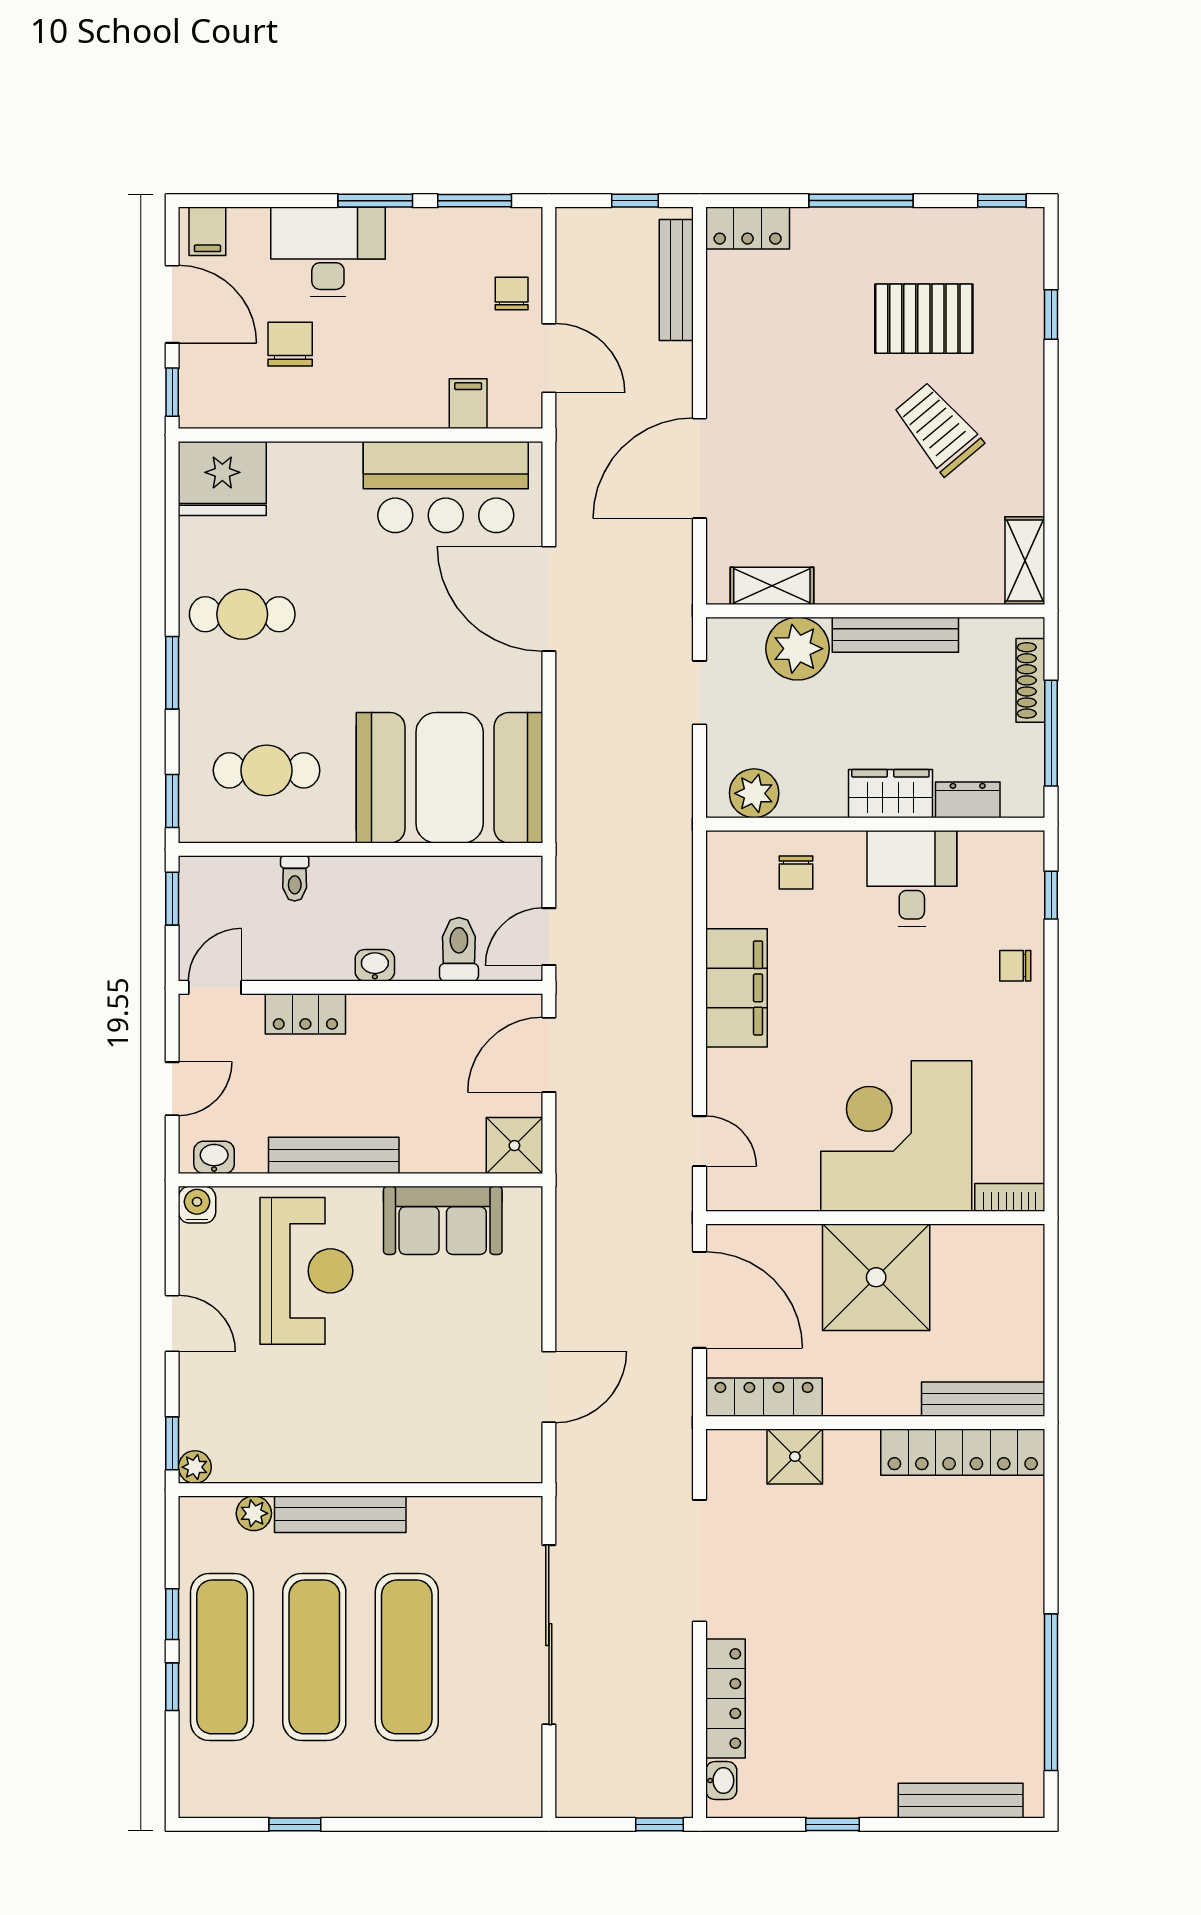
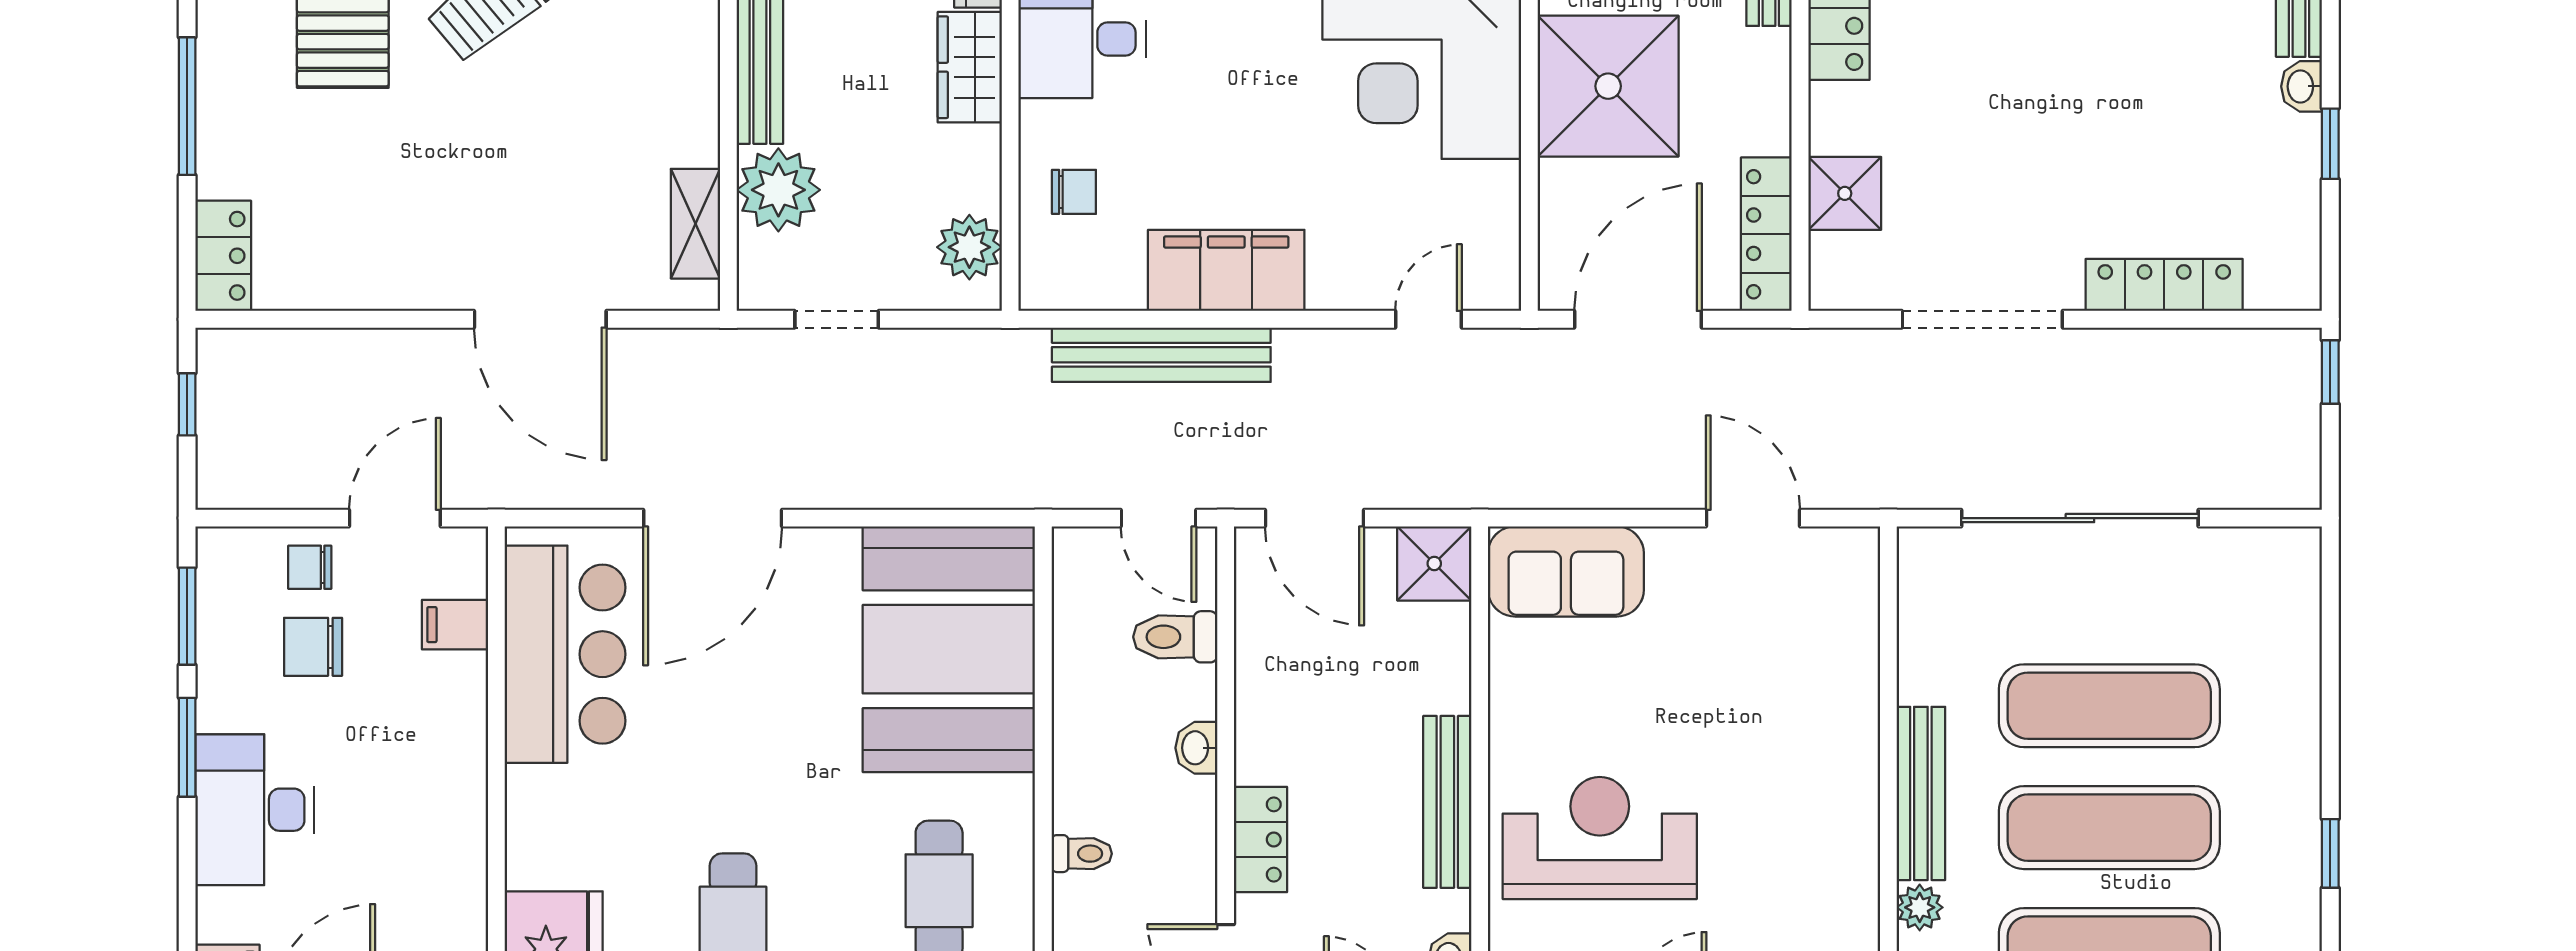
bench: (676, 280) -> (1161, 355), moved, width x1.37, depth x1.21
chair: (290, 344) -> (313, 647), moved
sofa: (443, 1220) -> (1566, 571), moved, turned 90
washbasin: (721, 1781) -> (2302, 86), moved, turned -90

